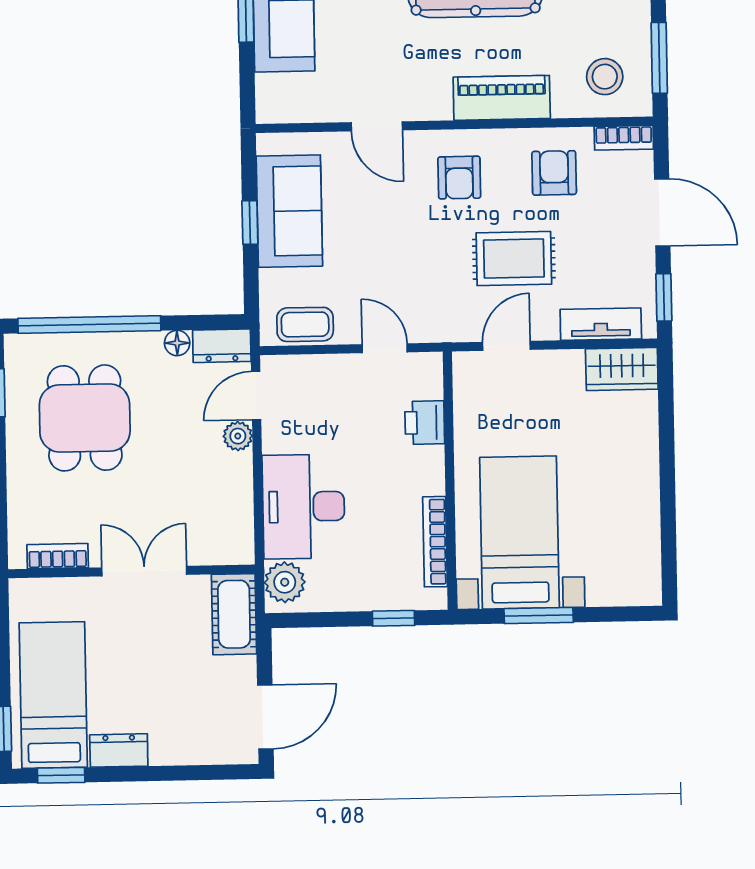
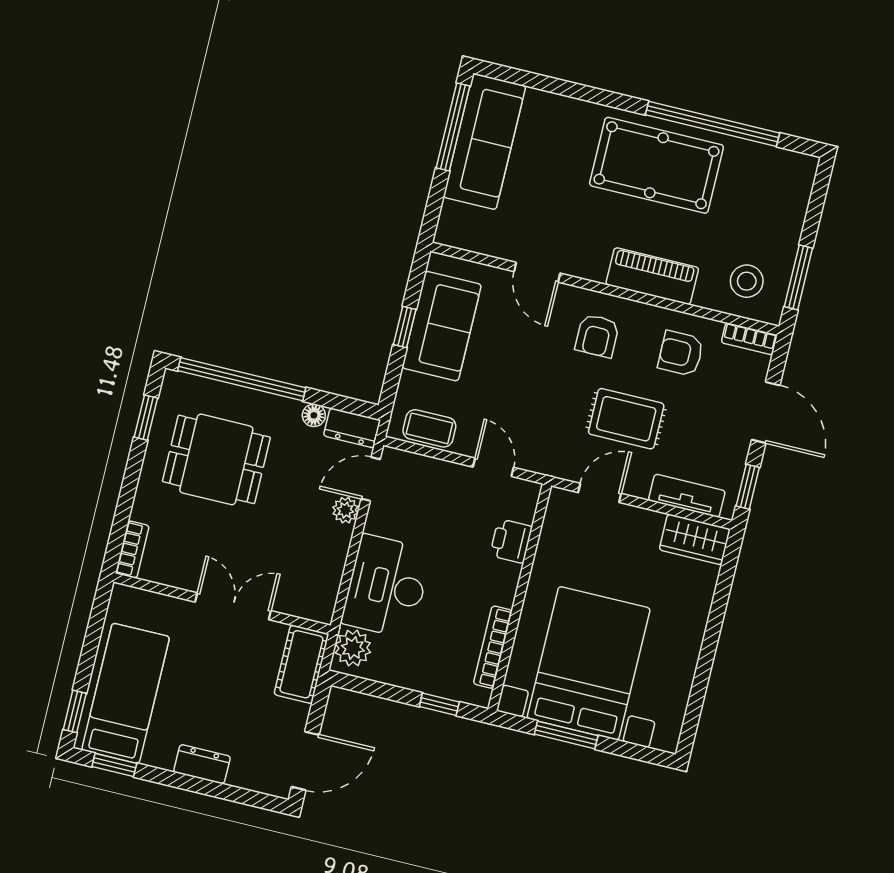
armchair: (554, 173) -> (681, 353), turned -90
dining table: (85, 418) -> (216, 459), turned 90
bed with nightstands: (519, 533) -> (589, 663), width x1.36
bookcase: (58, 556) -> (132, 550), moved, turned 90
dresser: (119, 750) -> (202, 764), moved

